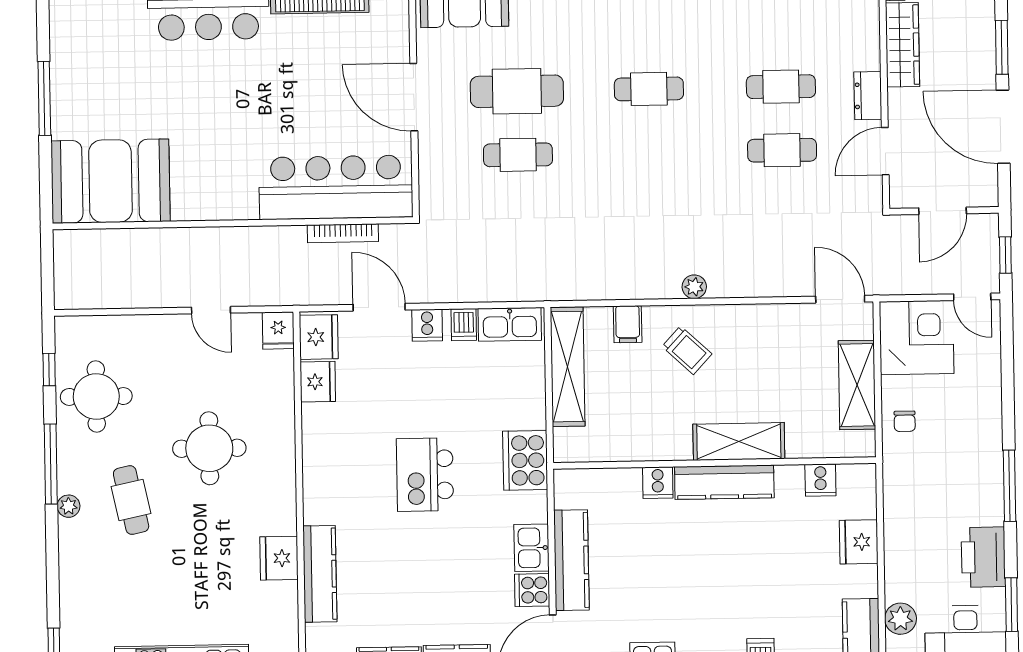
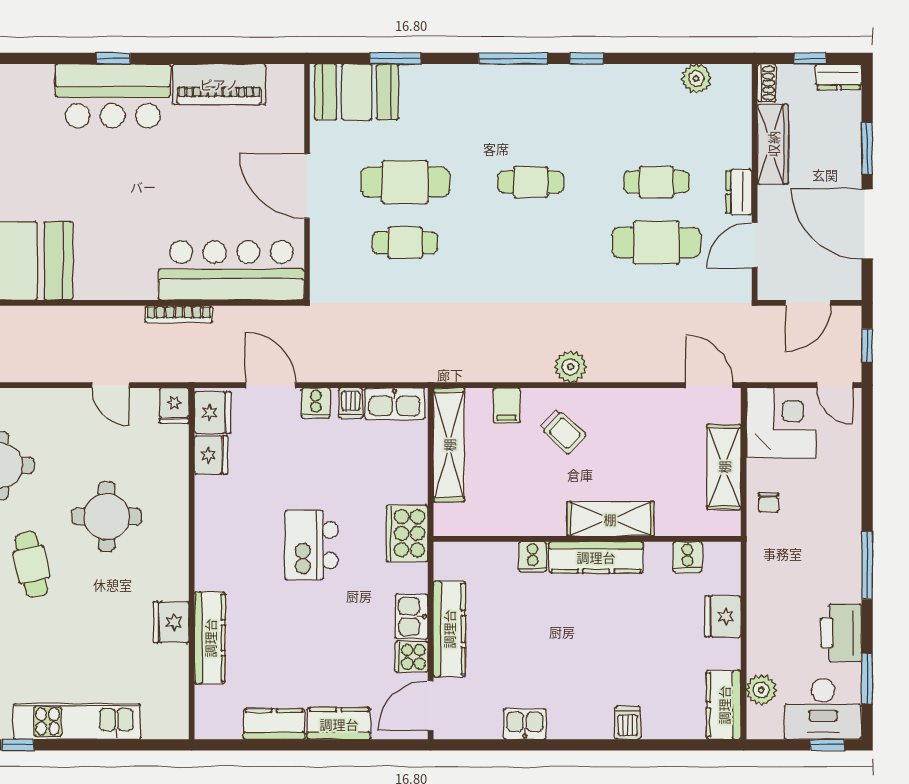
cafe table: (782, 150) -> (656, 243), width x1.37, depth x1.35
bookcase: (343, 233) -> (179, 314), moved
plant: (694, 287) -> (571, 367), width x1.38, depth x1.38

